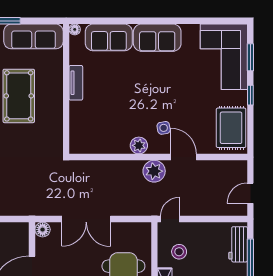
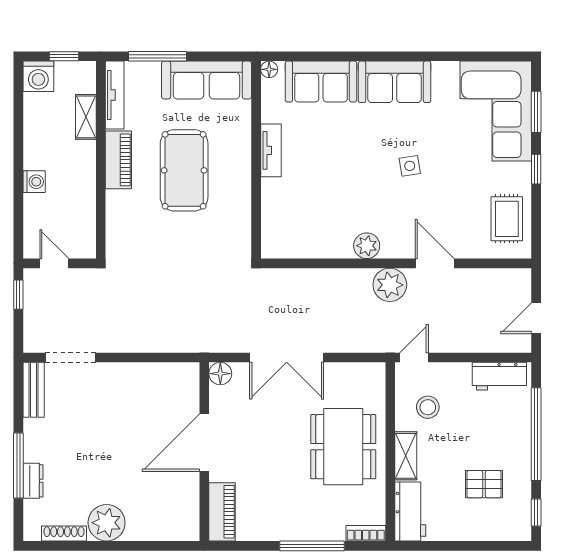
side table: (164, 128) -> (410, 166), moved
rug: (231, 128) -> (507, 219), width x0.73, depth x0.70
workbench: (238, 244) -> (499, 376), moved, turned -90

